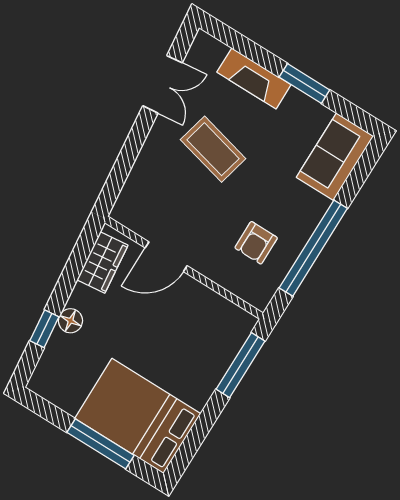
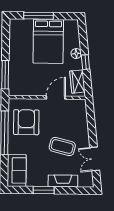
armchair: (256, 243) -> (26, 122), width x1.88, depth x1.88
window: (44, 329) -> (85, 62), moved
bed: (138, 416) -> (48, 41), moved, turned 90

